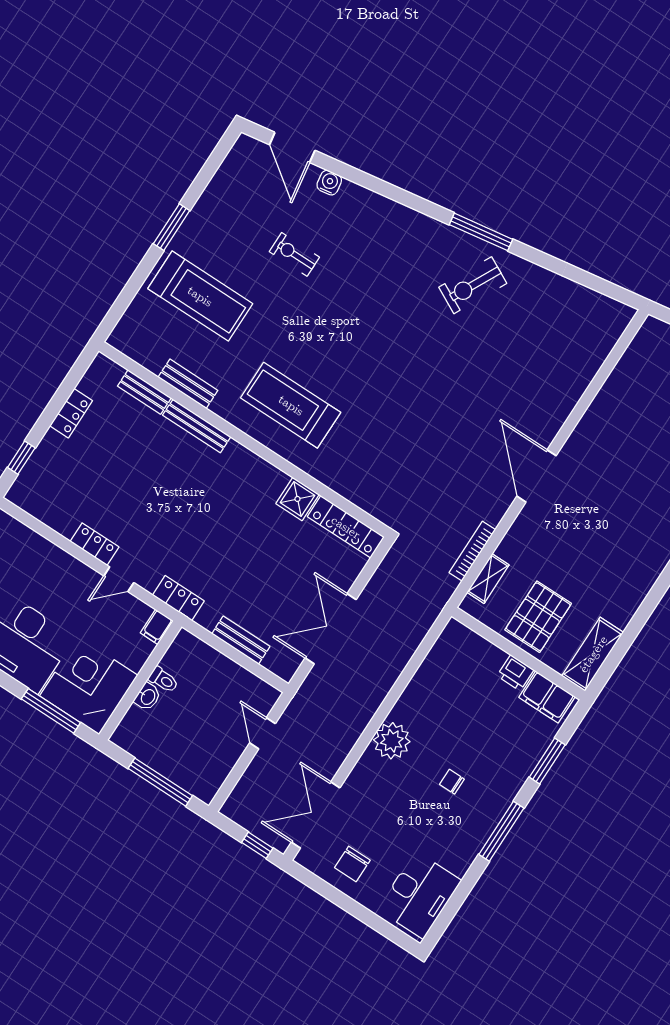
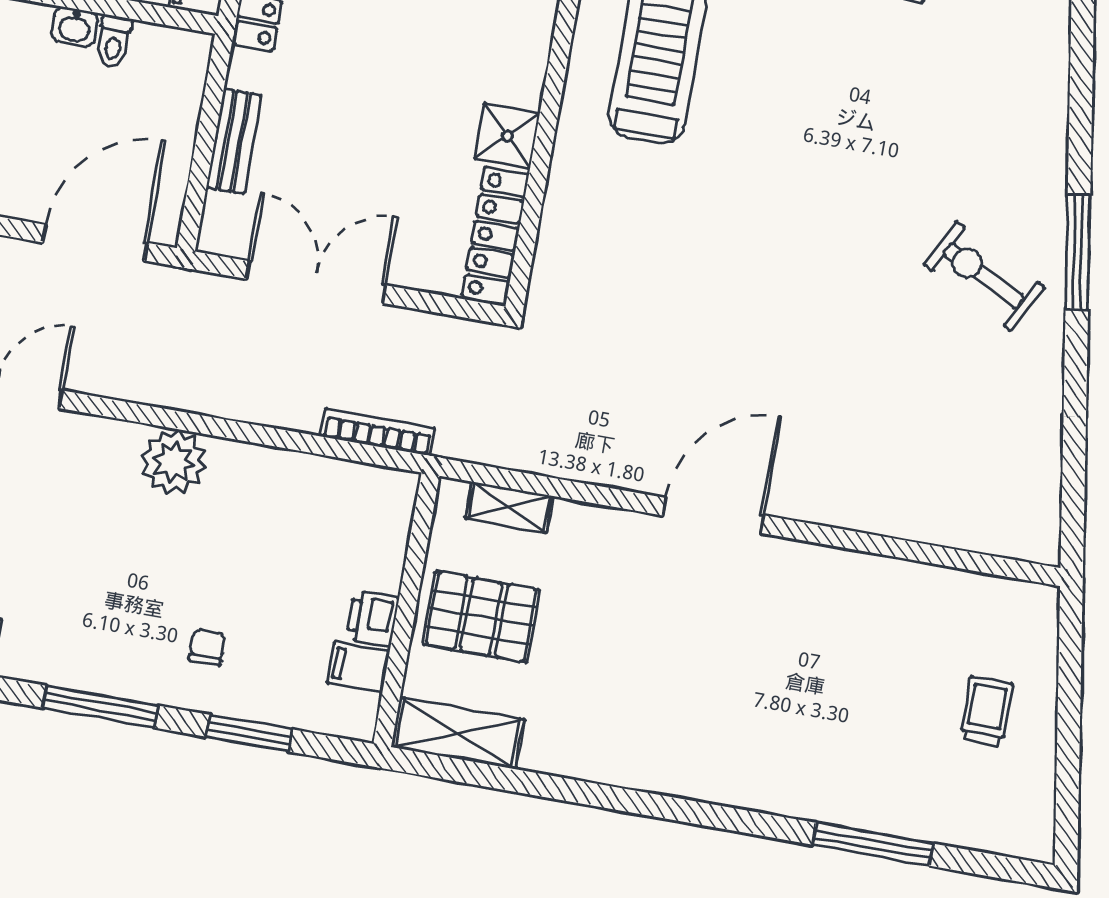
bookcase: (472, 551) -> (378, 432), moved
filing cabinet: (547, 697) -> (358, 667), width x0.50
door: (262, 733) -> (95, 243), width x1.87
chair: (452, 782) -> (207, 647), moved

